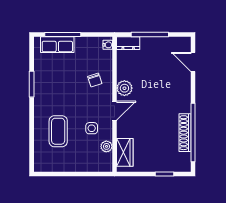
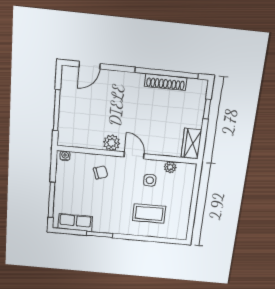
dresser: (128, 43) -> (64, 134), removed
row of seats: (57, 45) -> (75, 222), moved, turned -90
wardrobe: (125, 152) -> (191, 143), moved, turned -90

